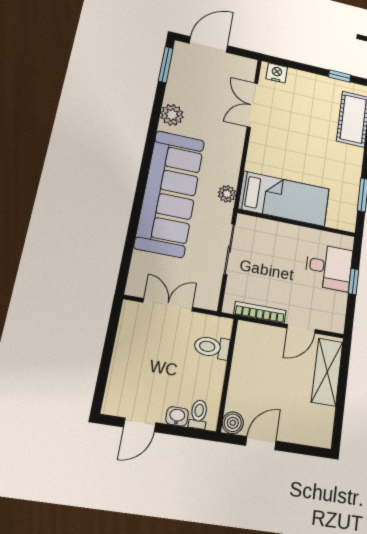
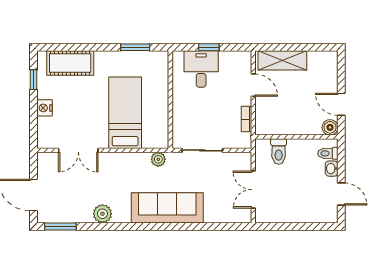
nightstand: (277, 73) -> (44, 108), moved
sofa: (170, 193) -> (167, 208), width x0.74, depth x0.79
bed: (284, 199) -> (125, 113), moved
bookcase: (260, 312) -> (246, 119), width x0.64

